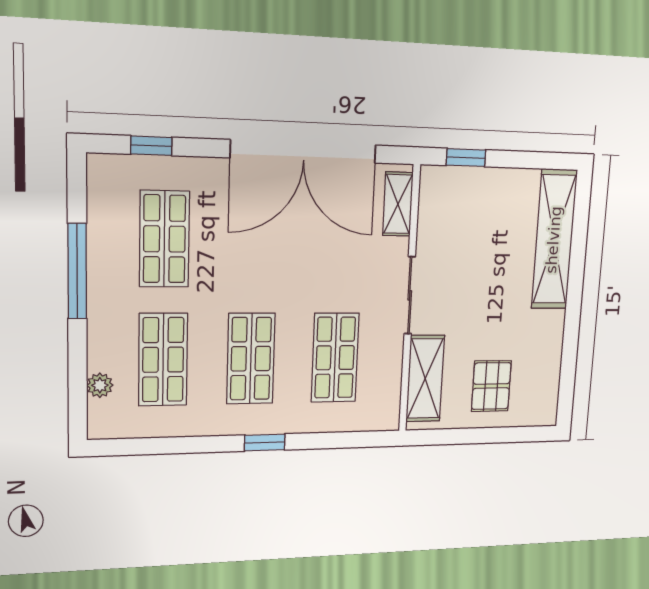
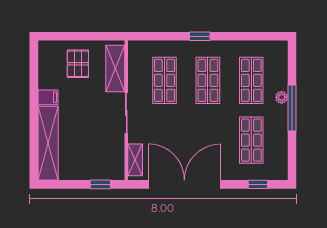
window: (77, 271) -> (292, 108), moved
filing cabinet: (548, 324) -> (48, 97), added
plant: (100, 385) -> (282, 97), moved

